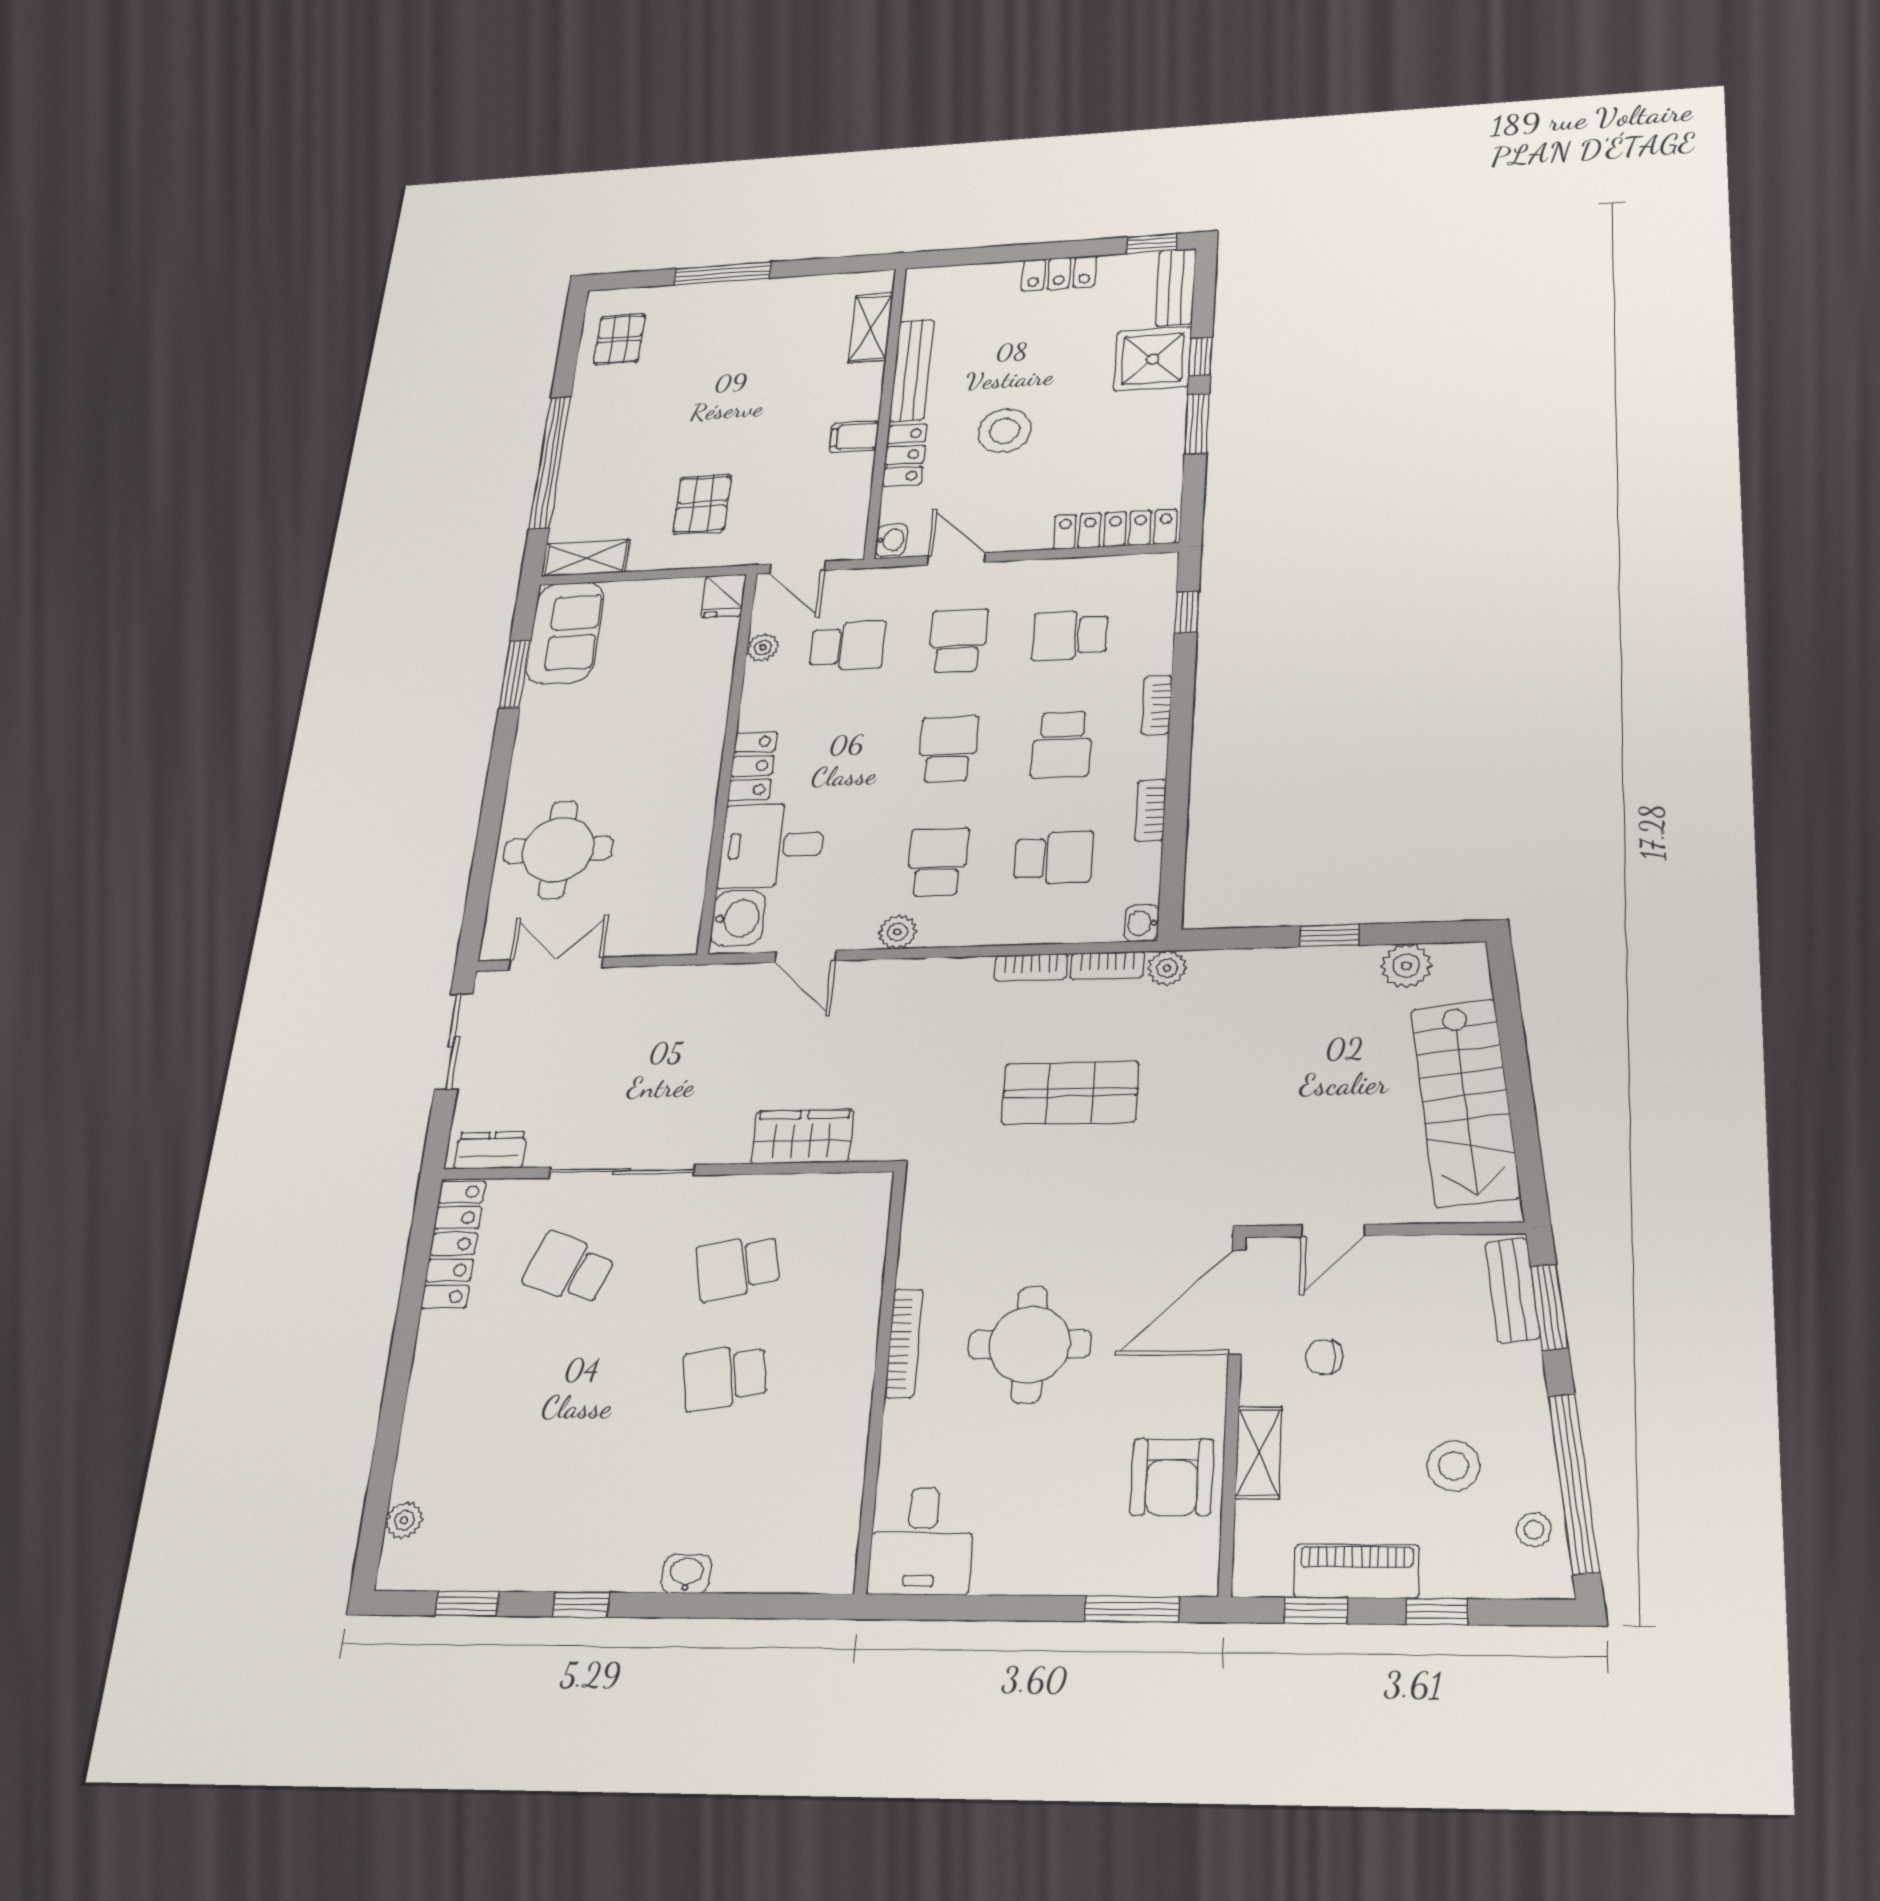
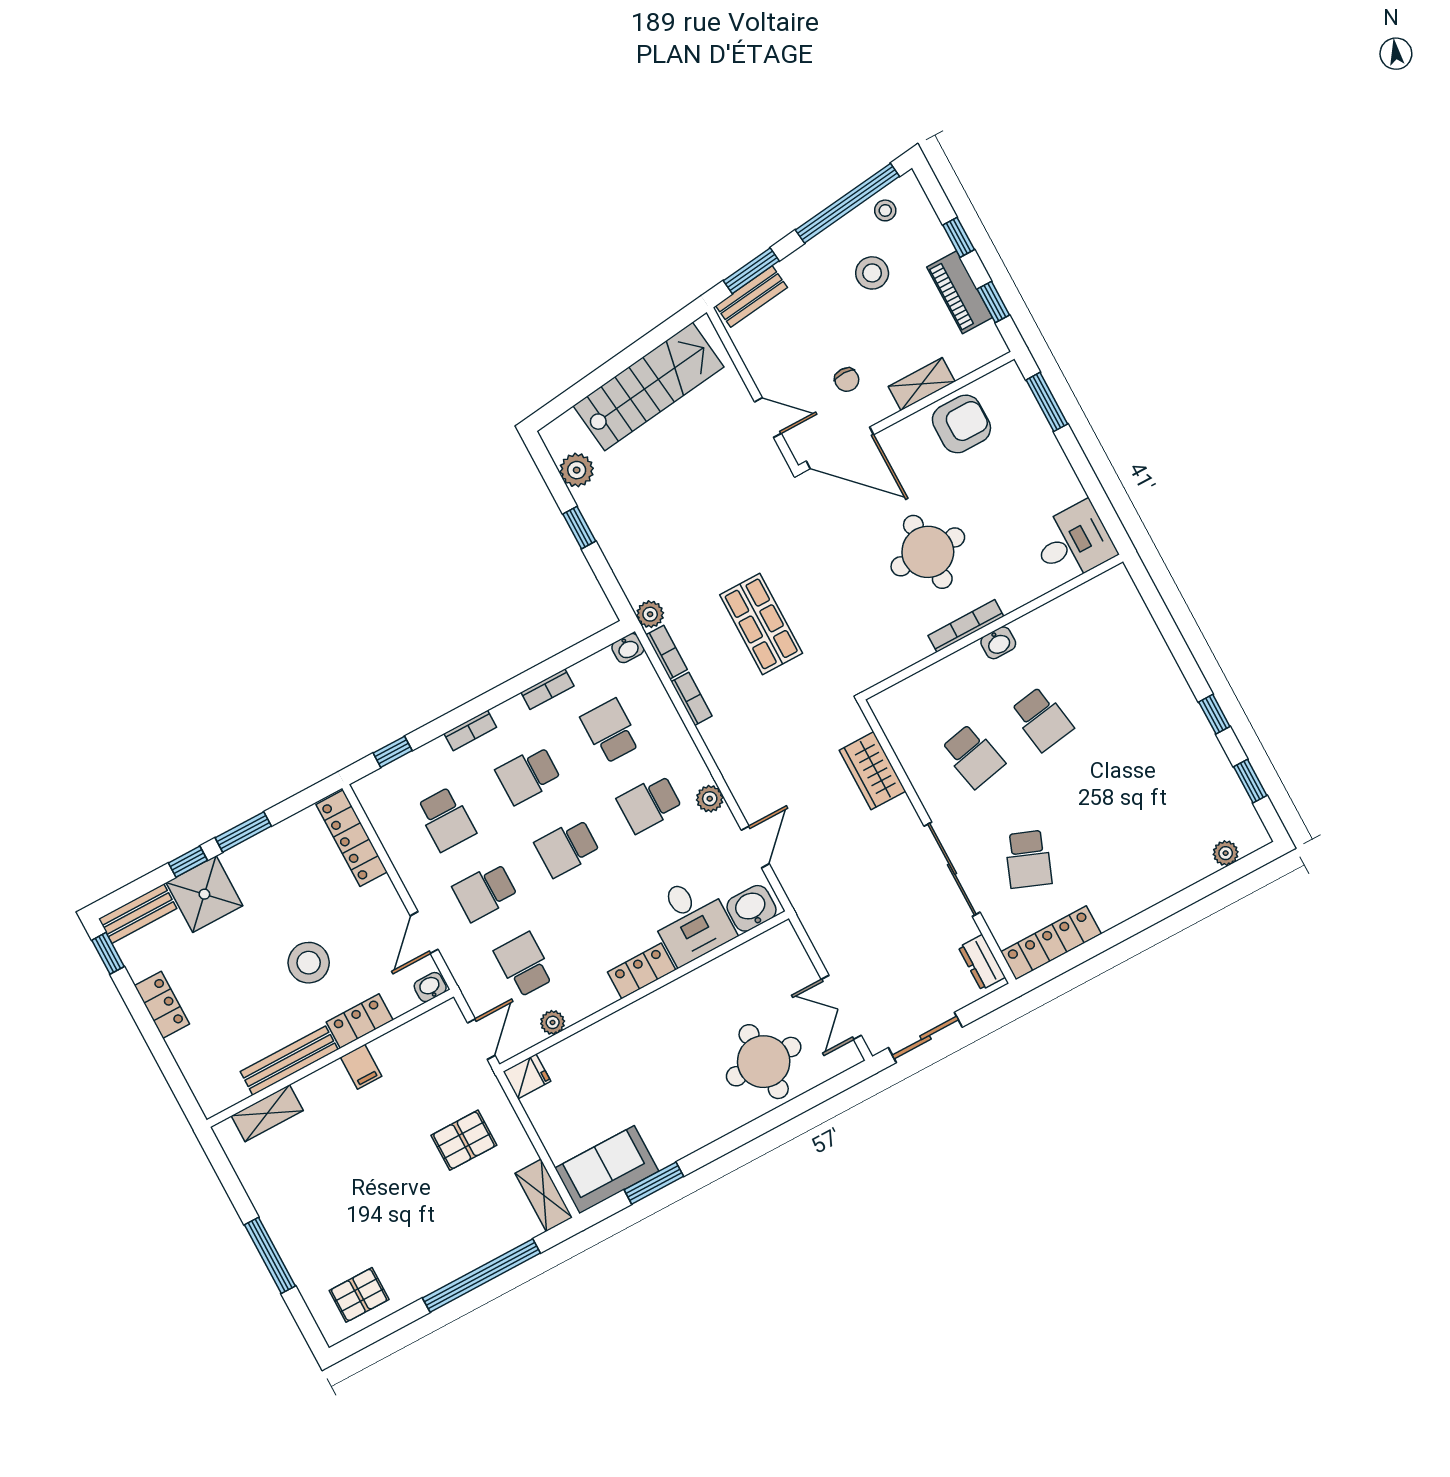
school desk: (1062, 744) -> (528, 775), turned 180
washbasin: (687, 1574) -> (998, 643), moved, turned -90

